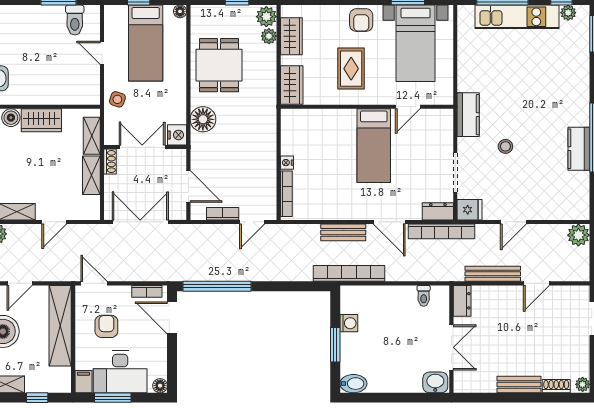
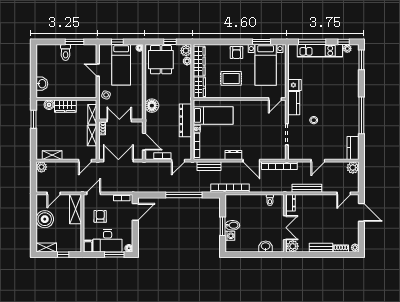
toilet: (75, 20) -> (66, 53), moved
wardrobe: (291, 36) -> (199, 61), width x1.50
dining table: (219, 65) -> (161, 60), moved
rug: (351, 69) -> (231, 78), turned 90
door: (408, 107) -> (275, 99), moved
nightstand: (177, 135) -> (138, 114), removed
bed: (374, 146) -> (213, 115), moved, turned -90
dresser: (266, 147) -> (185, 120), added
kitchen counter: (579, 149) -> (353, 148), moved
fridge: (469, 210) -> (294, 85), moved
dresser: (438, 211) -> (233, 155), moved
door: (54, 222) -> (85, 161), moved
bench: (343, 232) -> (209, 166), moved
door: (94, 283) -> (94, 193), hinge flipped
door: (536, 283) -> (344, 193), moved
window: (217, 286) -> (184, 195), moved
door: (172, 318) -> (135, 212), swing flipped
washing machine: (349, 323) -> (230, 236), moved
shelving: (60, 326) -> (75, 209), width x0.68
washbasin: (435, 382) -> (266, 246), moved
plant: (466, 382) -> (293, 246), added
bidet: (353, 384) -> (232, 225), moved
window: (113, 398) -> (114, 255), moved

